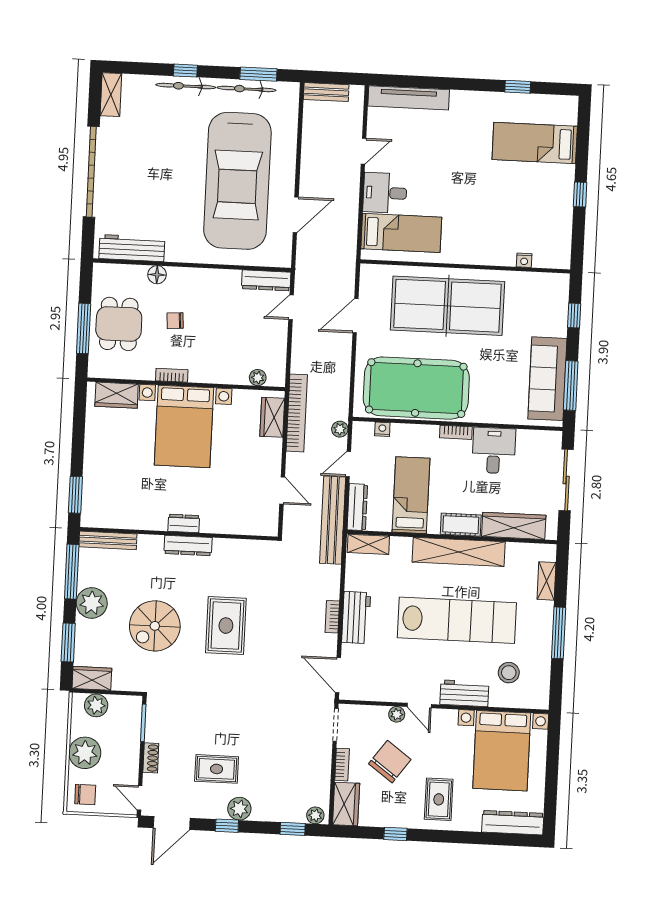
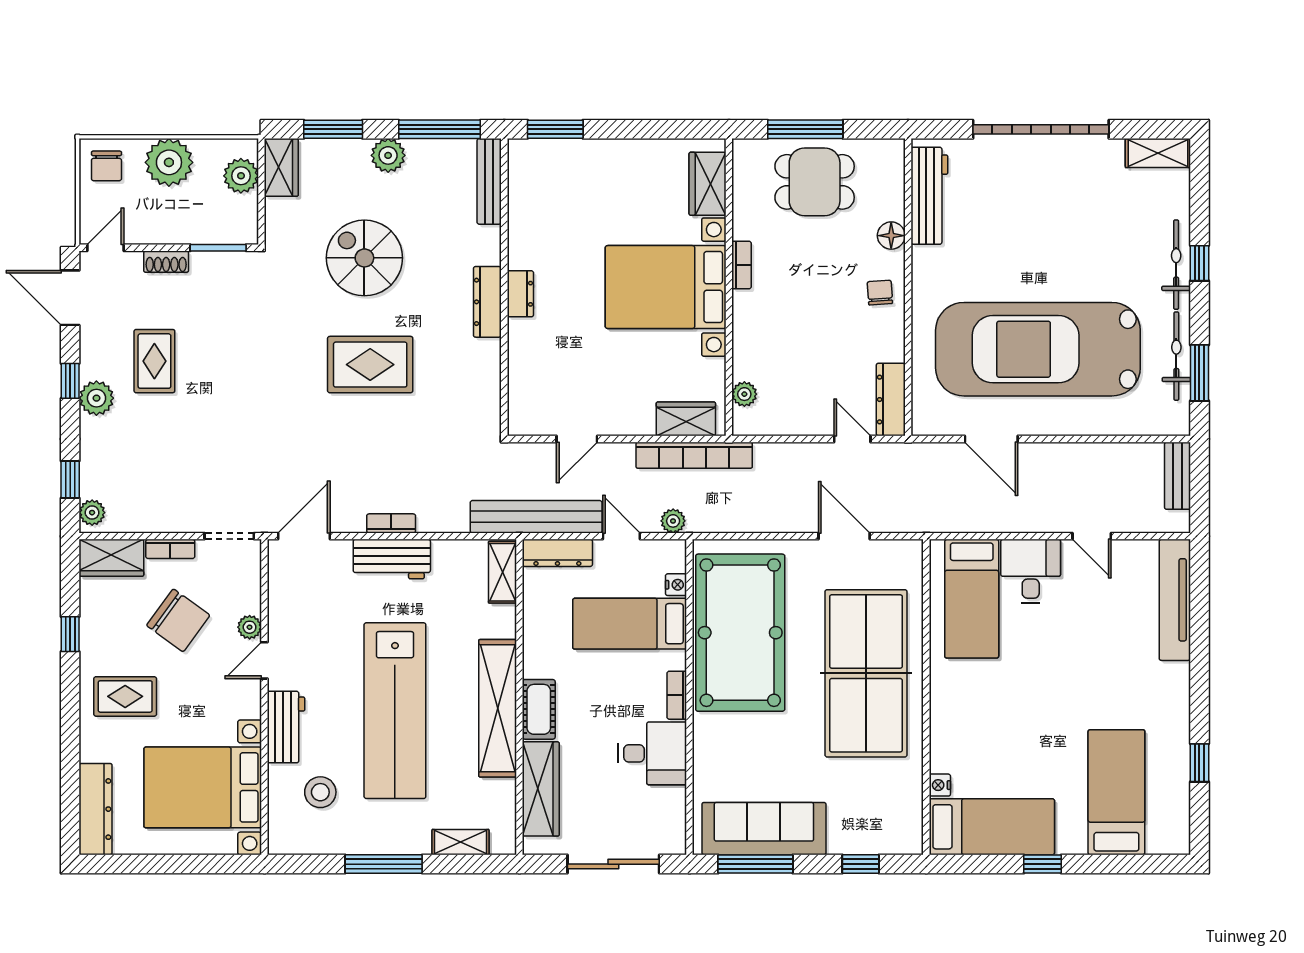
bed: (554, 227) -> (992, 827), added
chair: (175, 321) -> (880, 293), moved
bed: (411, 495) -> (630, 624), moved, turned 180
plant: (92, 603) -> (388, 155), width x0.73, depth x0.73

